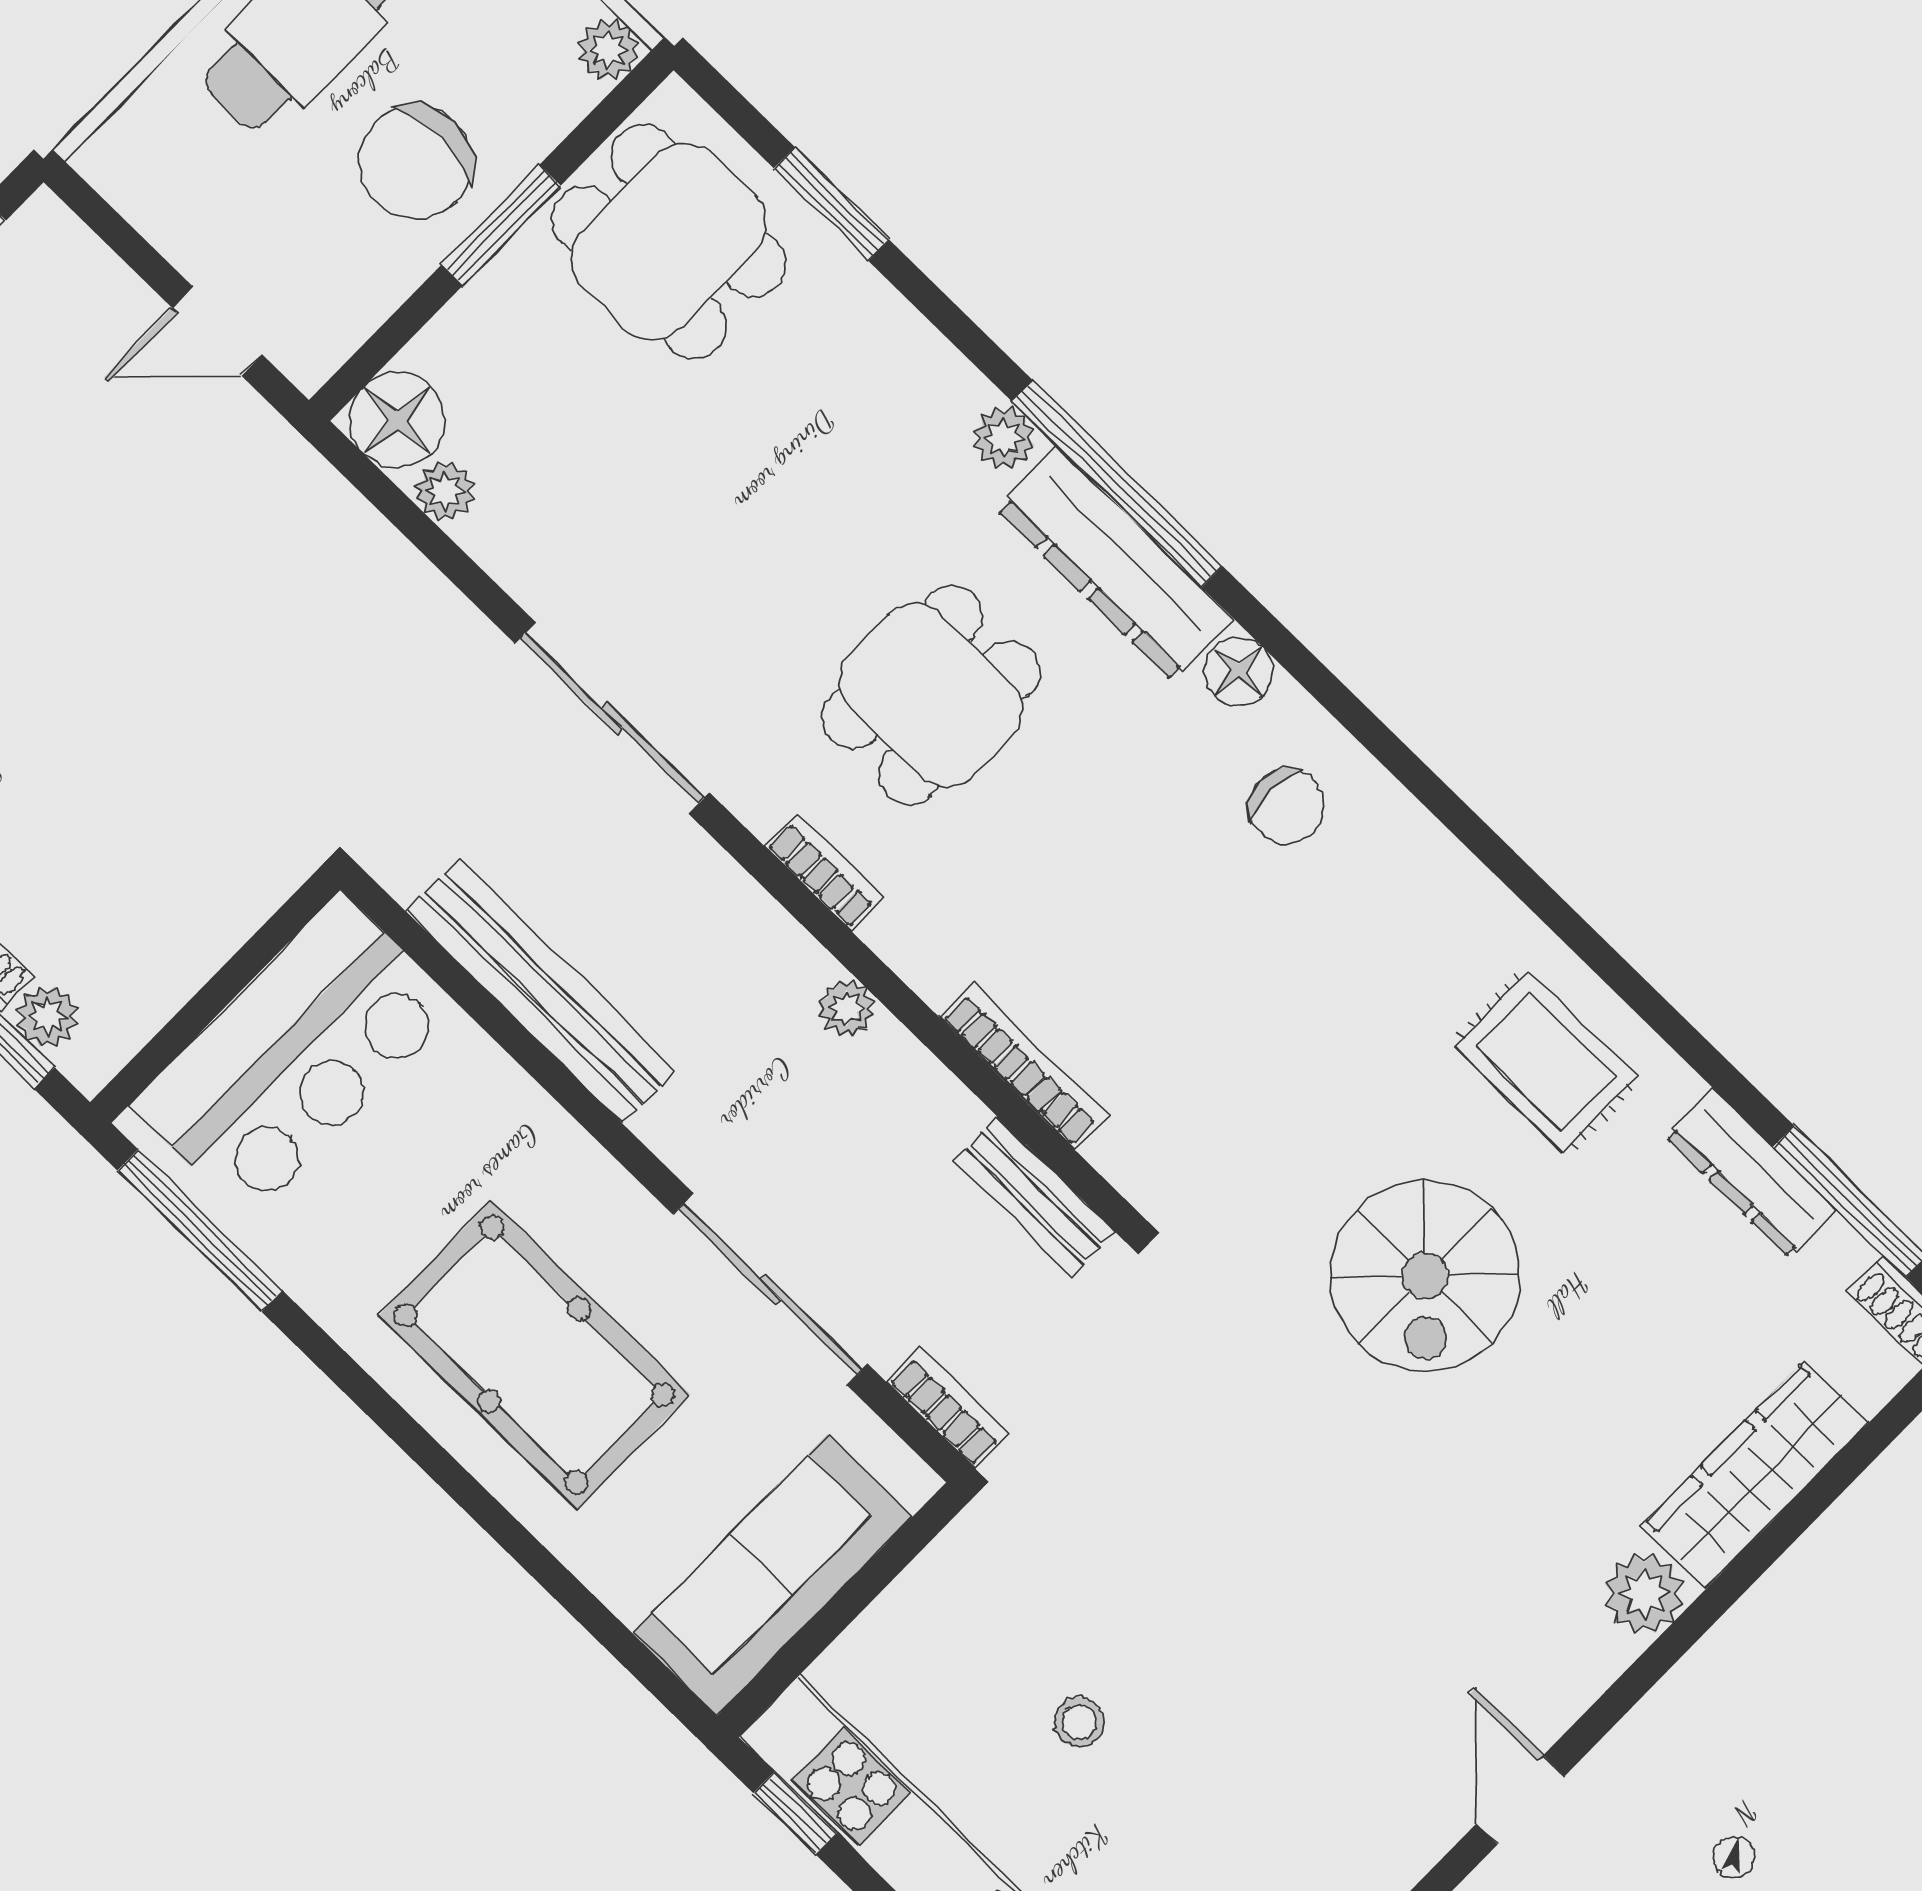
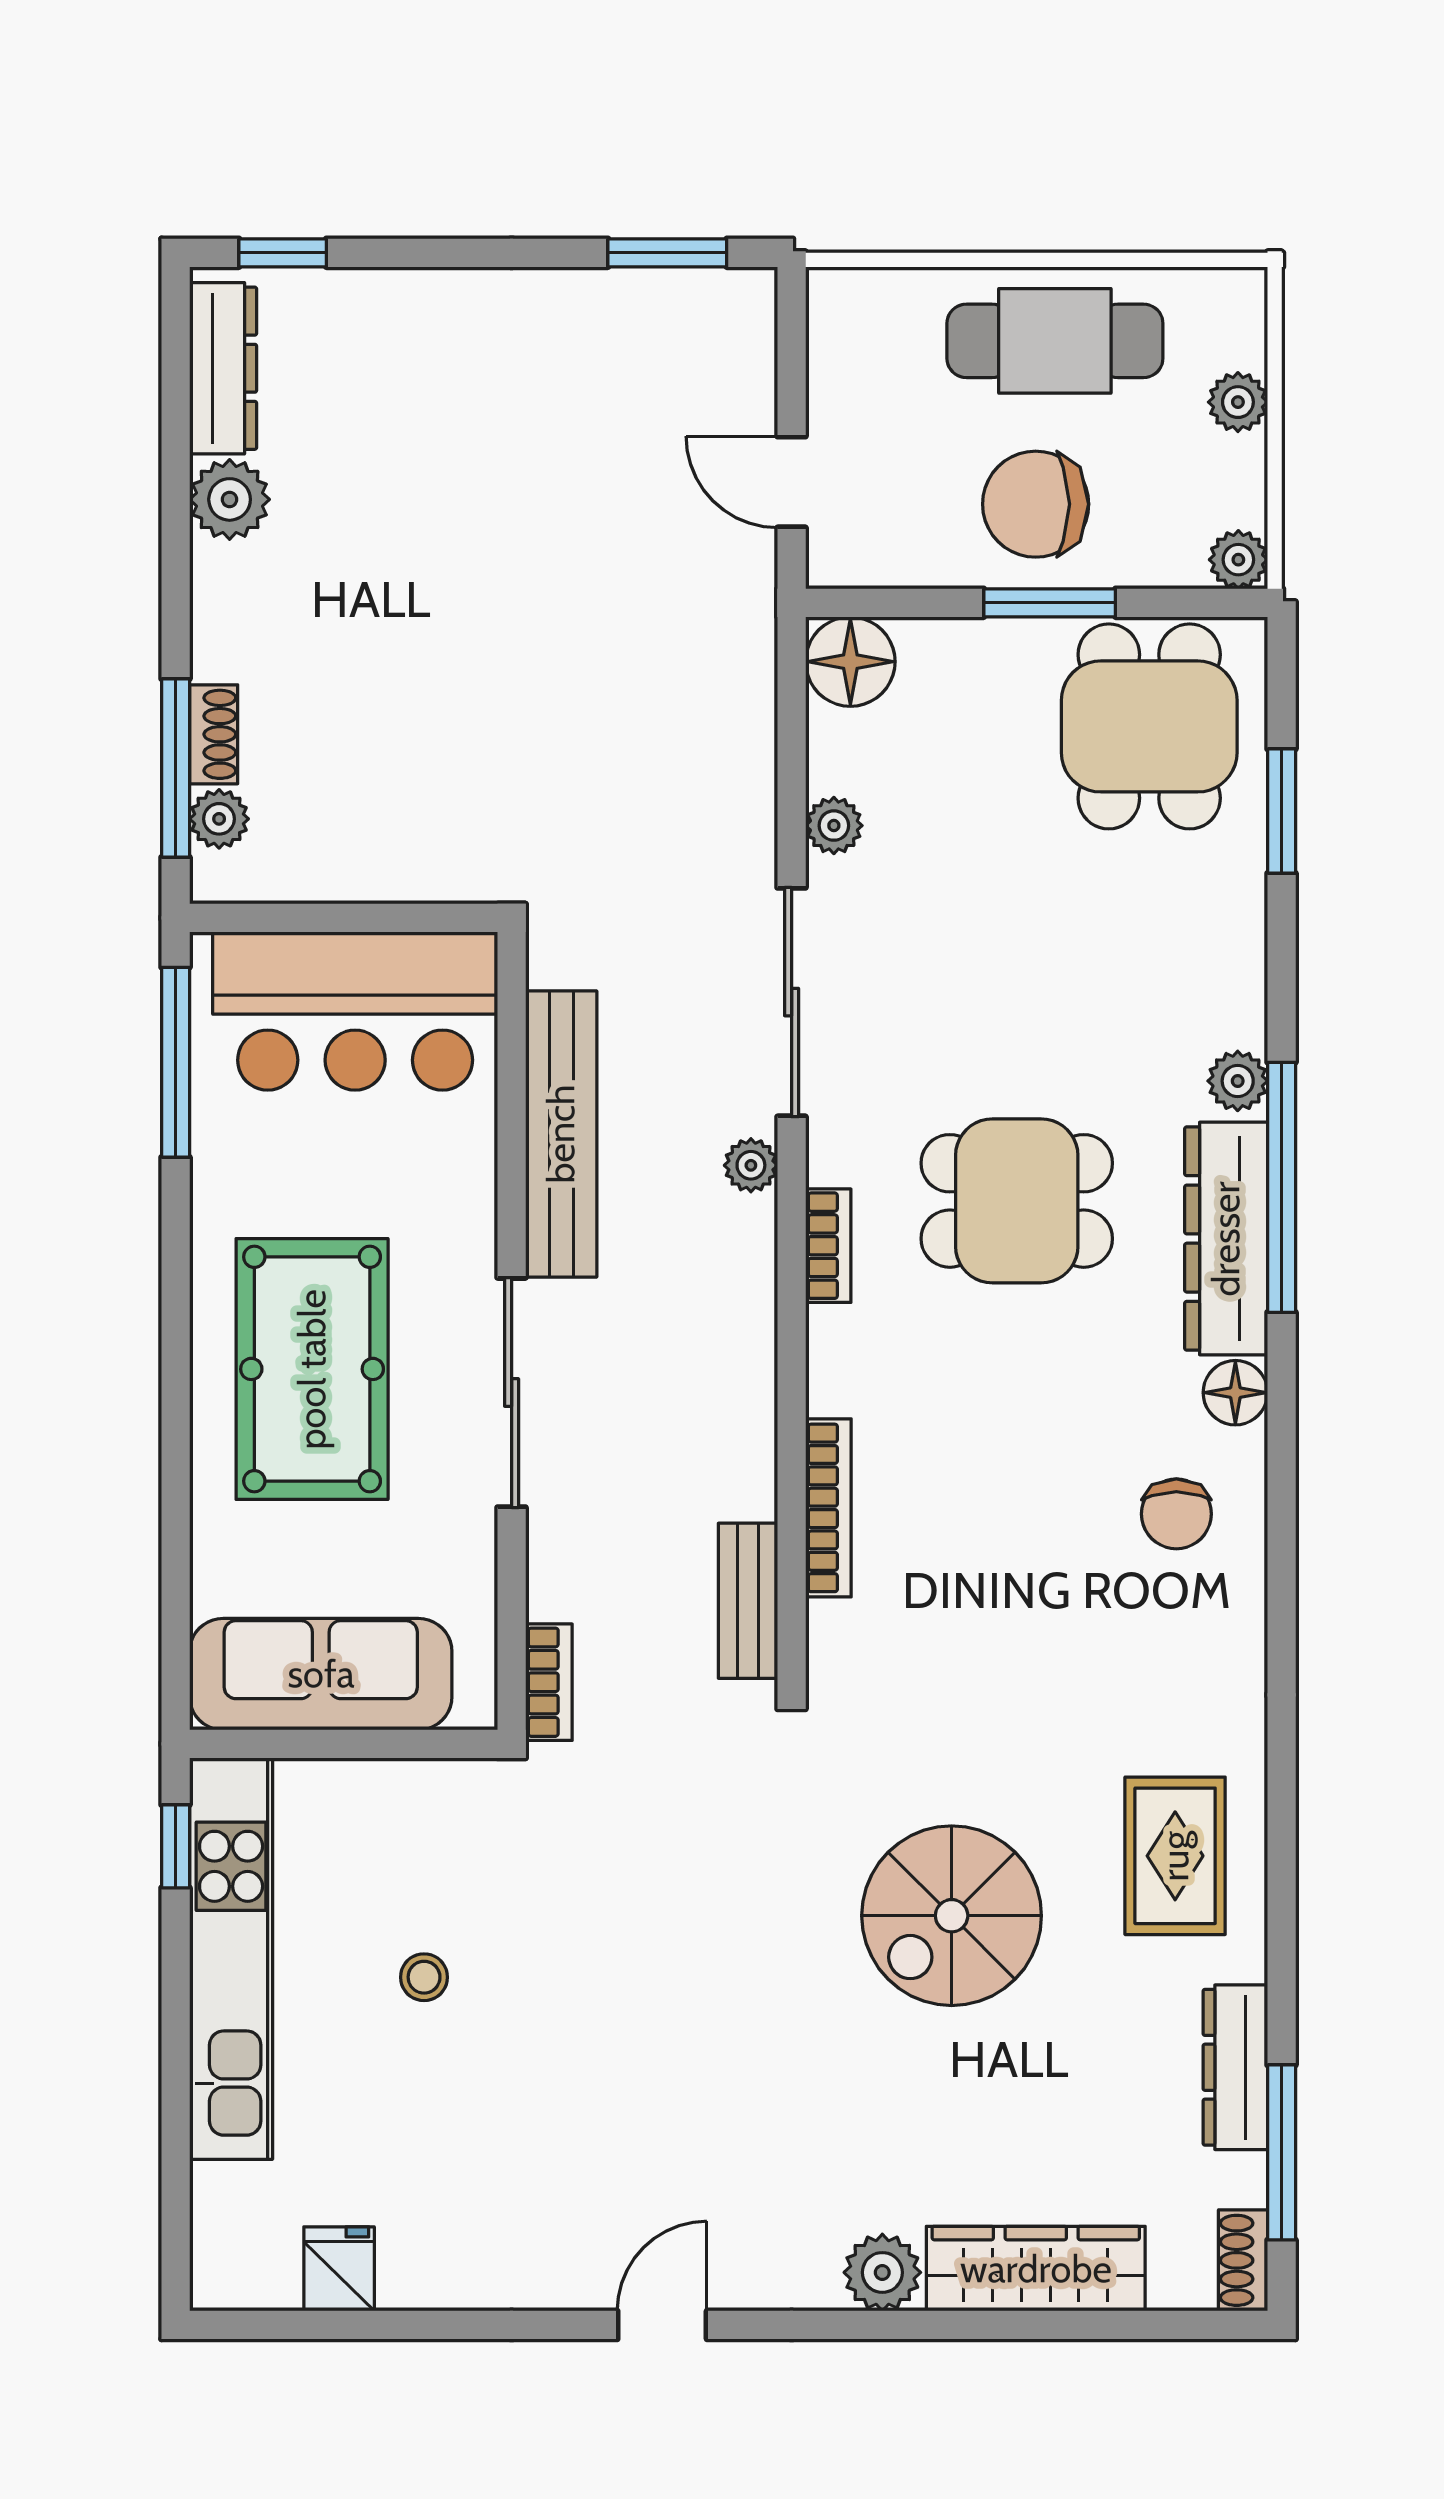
plant: (445, 491) -> (834, 826), moved
plant: (847, 1008) -> (751, 1165), moved
sliding door: (770, 1289) -> (512, 1393), moved

